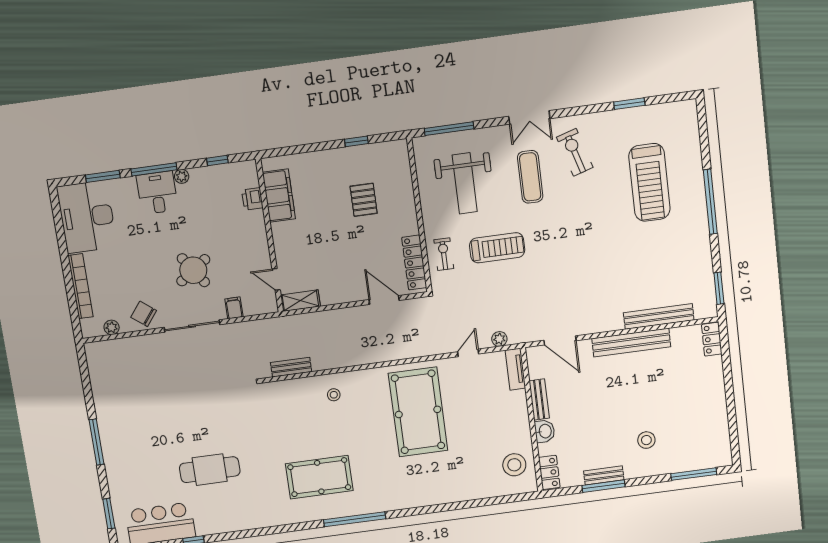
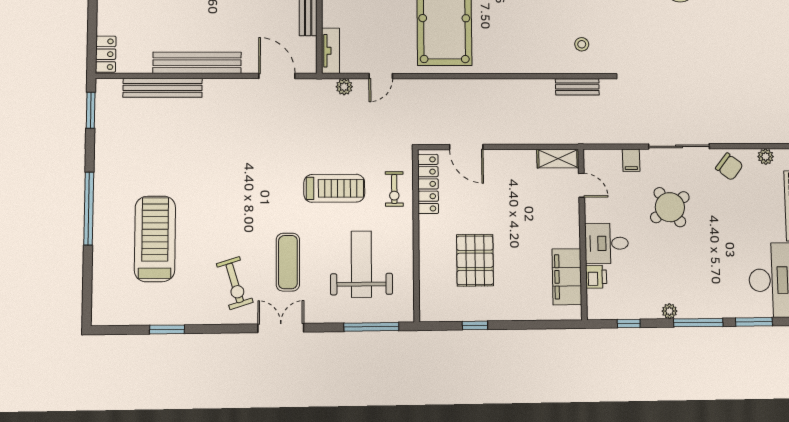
desk: (157, 193) -> (607, 243), moved, turned 90
pallet: (364, 200) -> (475, 260), width x1.50, depth x1.42
treadmill: (497, 248) -> (334, 188), turned 180
stool: (334, 395) -> (582, 44), moved

